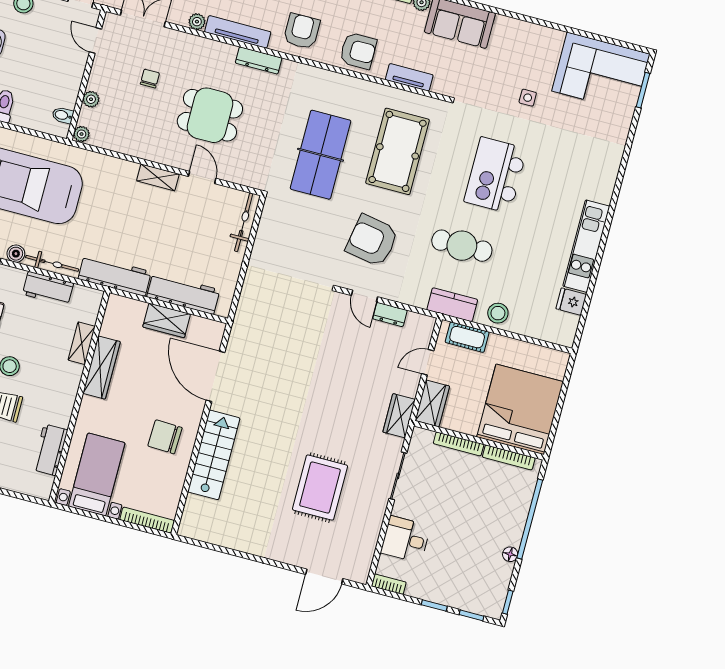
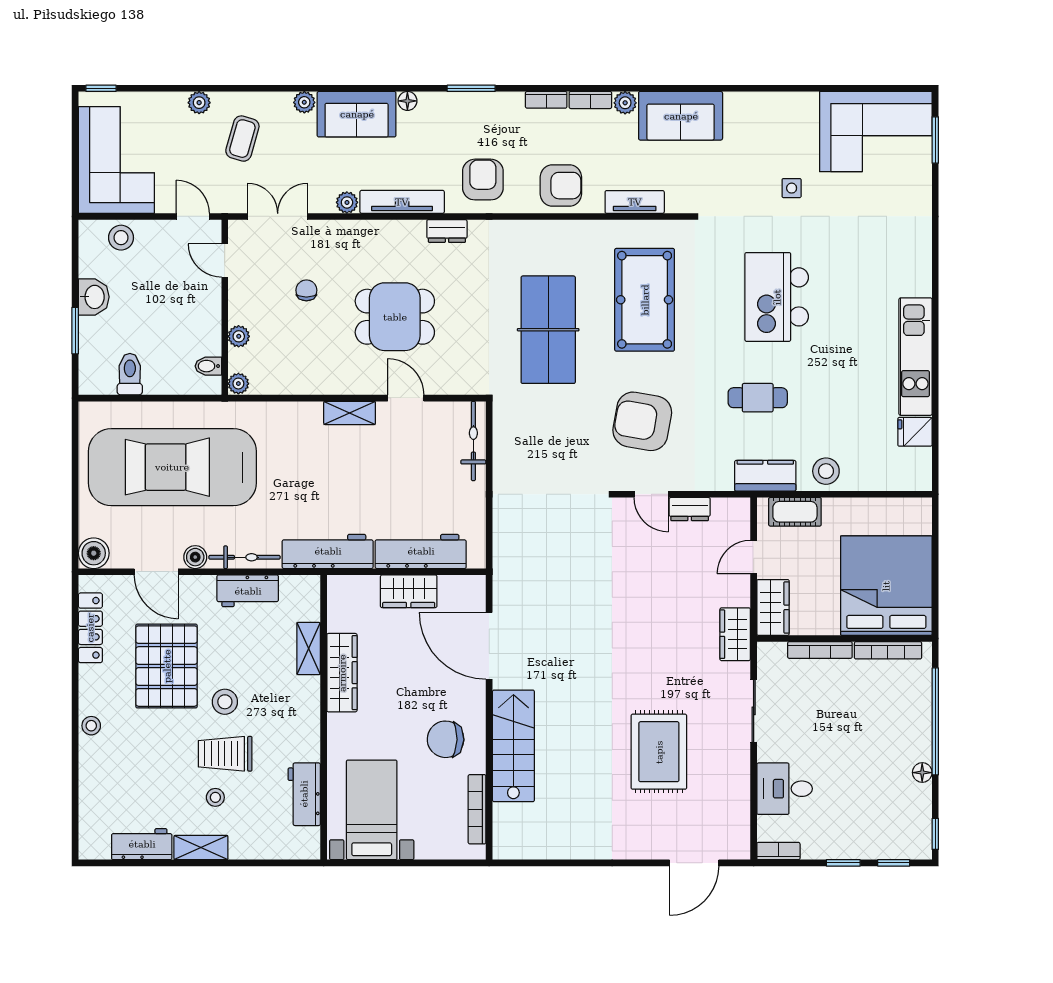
dresser: (259, 60) -> (447, 231), width x0.70
cafe table: (462, 246) -> (758, 398), width x0.73, depth x0.74
bookcase: (147, 520) -> (477, 809), moved, turned -90

